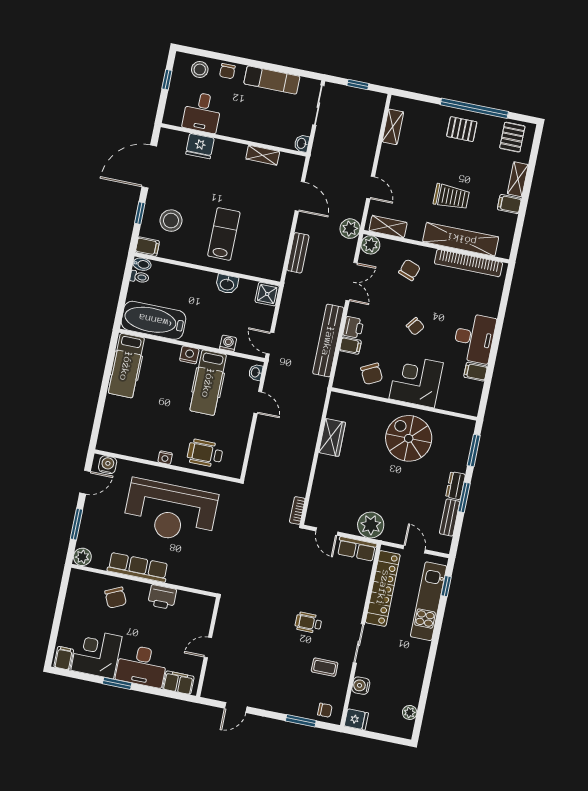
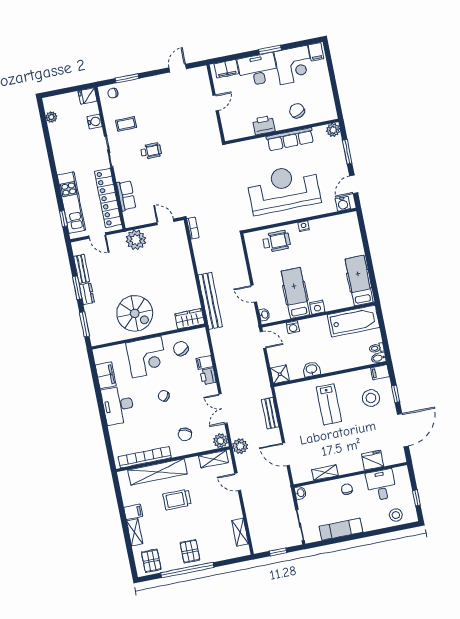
chair: (227, 71) -> (347, 489), moved
pallet: (462, 129) -> (190, 551), turned 90
bench: (328, 341) -> (210, 301), moved
filing cabinet: (475, 372) -> (106, 375), width x2.00
wardrobe: (332, 437) -> (190, 319), moved, turned 90
row of seats: (357, 549) -> (126, 196), moved, turned 90

